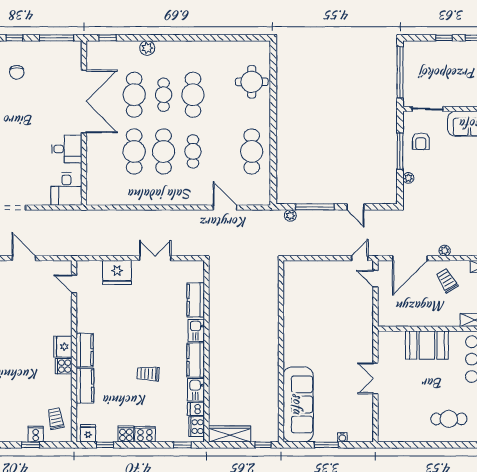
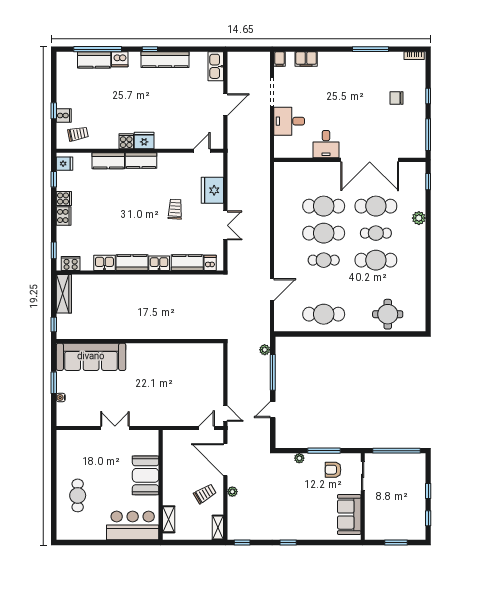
desk: (66, 189) -> (289, 121), moved
trolley: (148, 374) -> (175, 209), moved
dishwasher: (196, 409) -> (210, 263), moved

